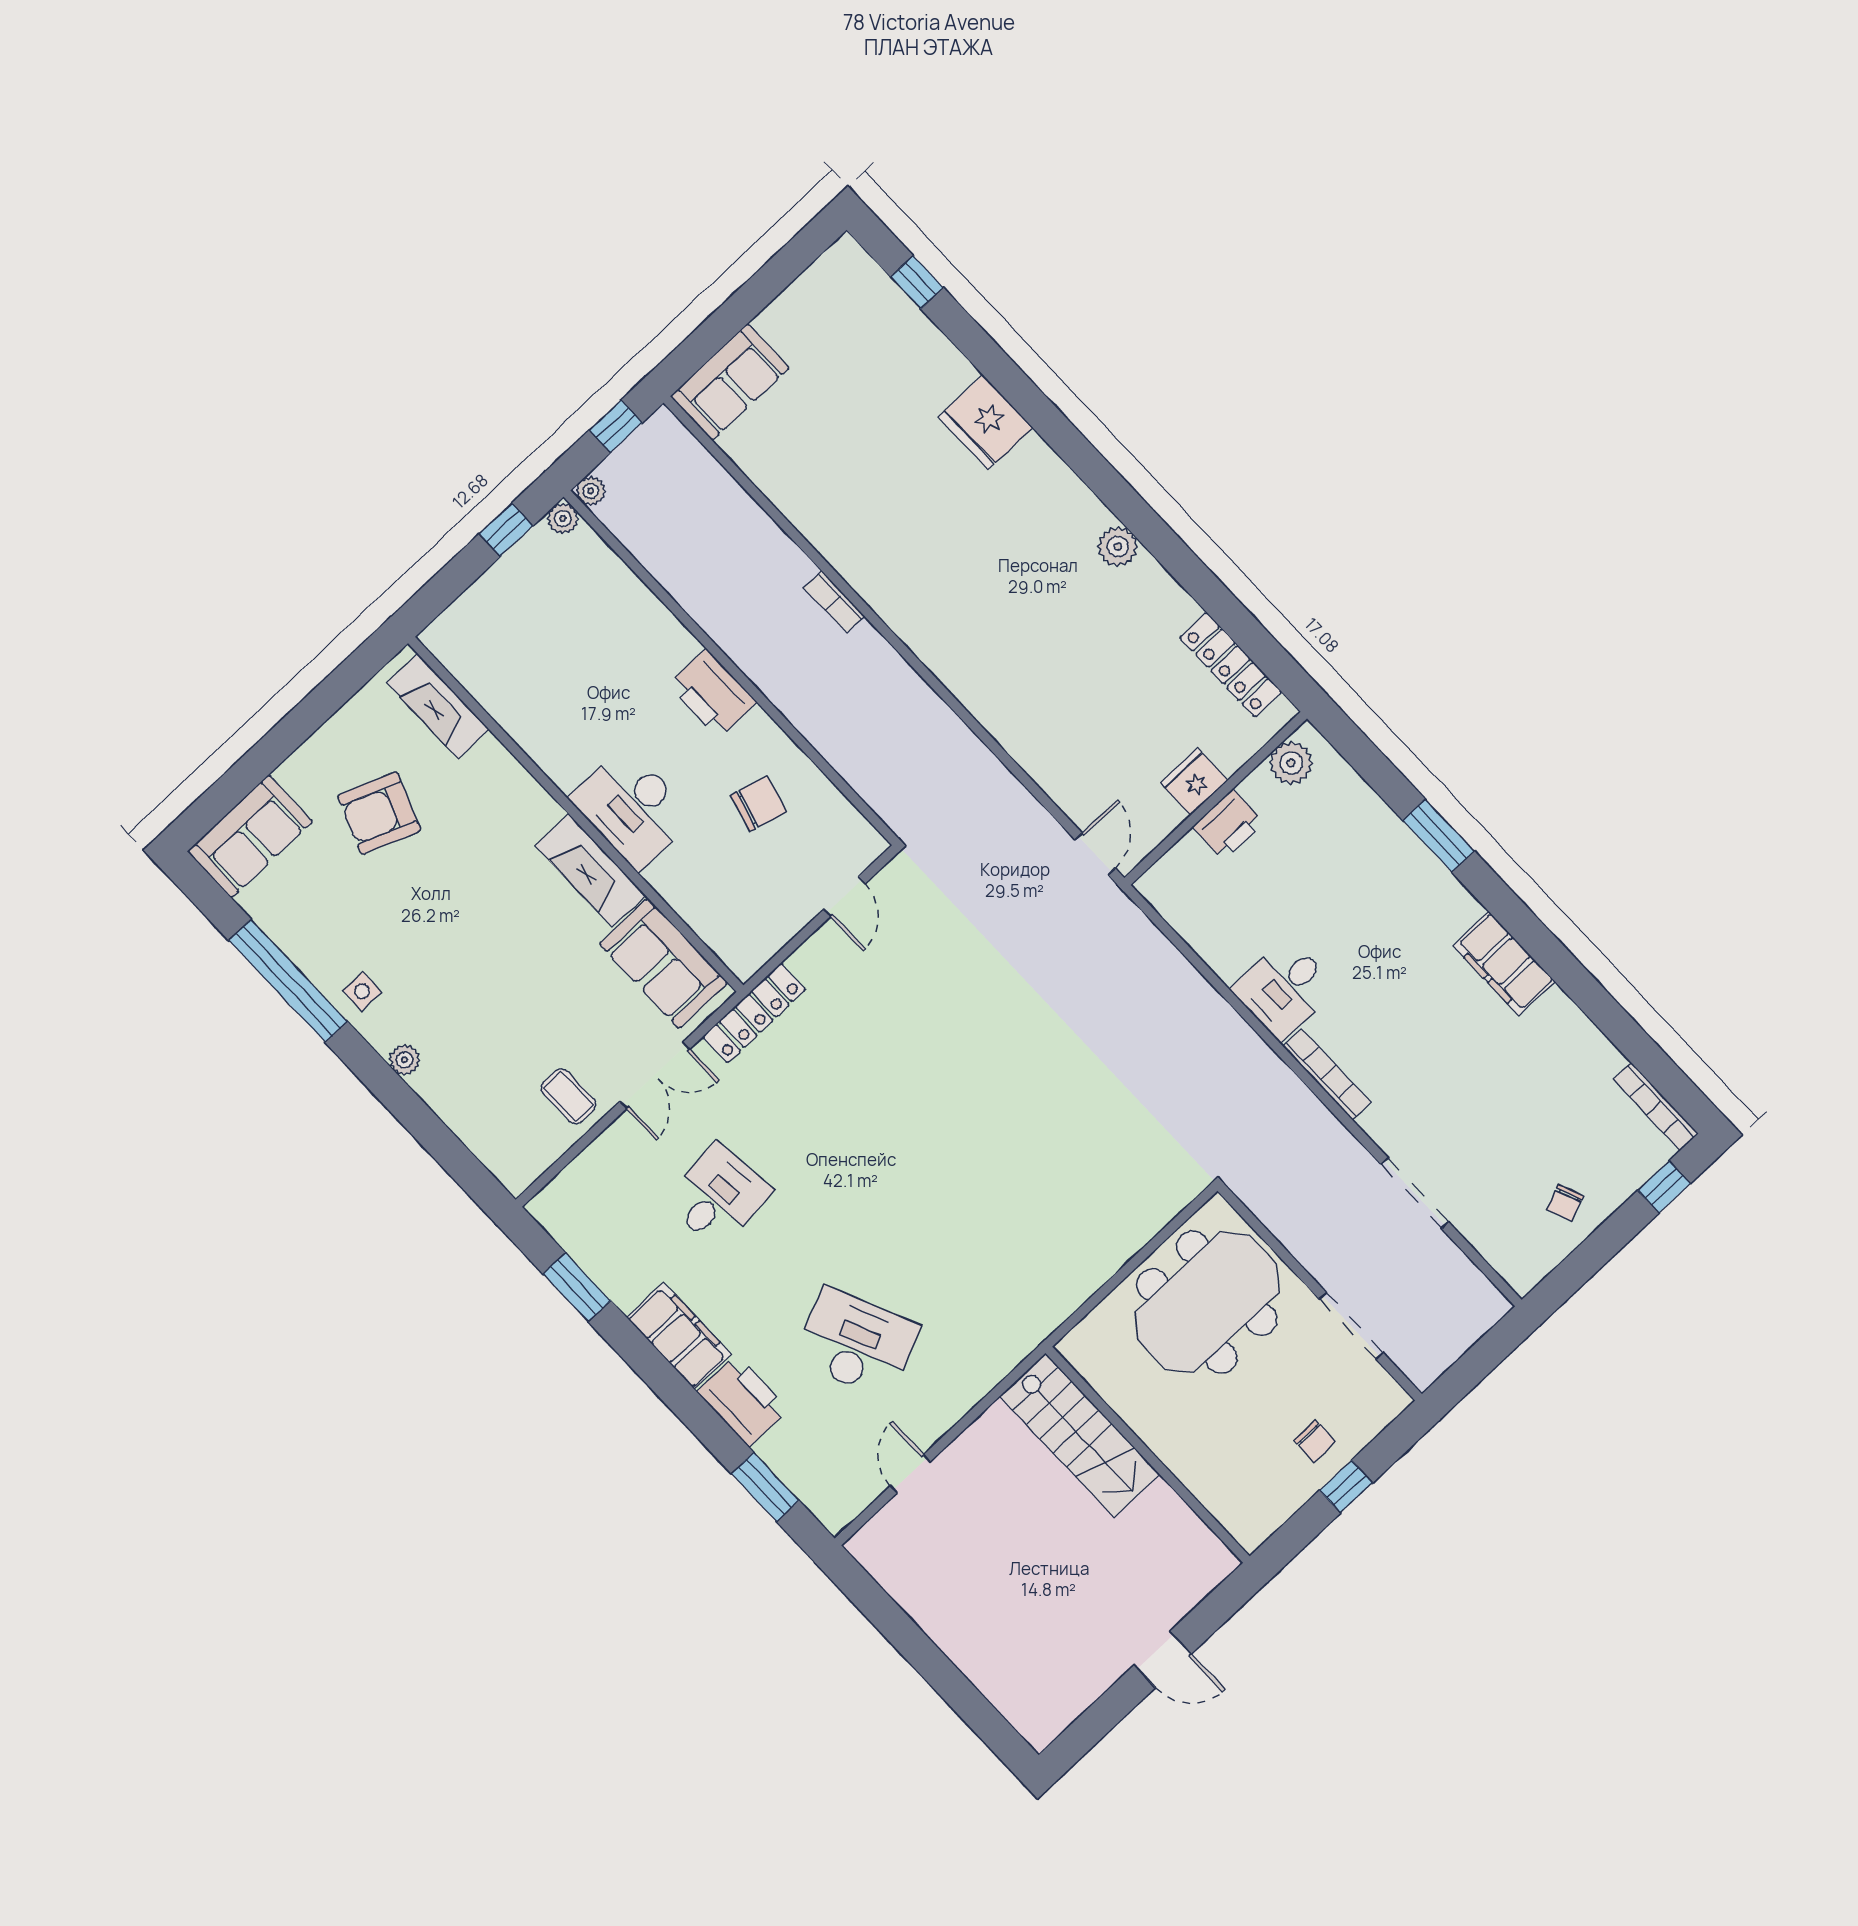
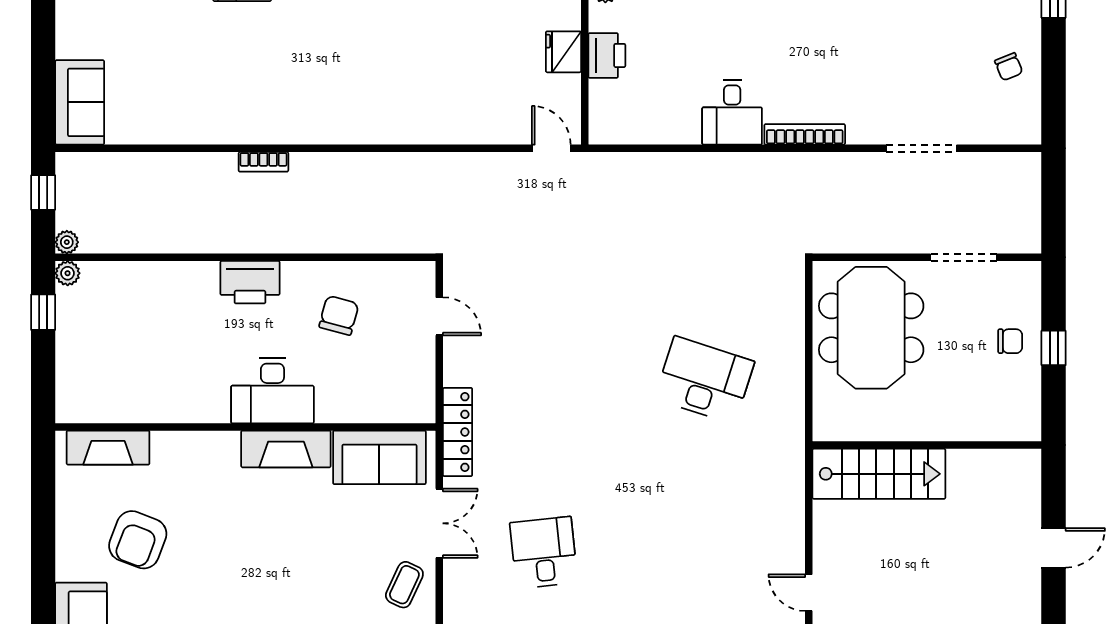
coffee table: (568, 1096) -> (404, 585), turned -65
desk: (857, 1343) -> (704, 380), moved, turned 42

